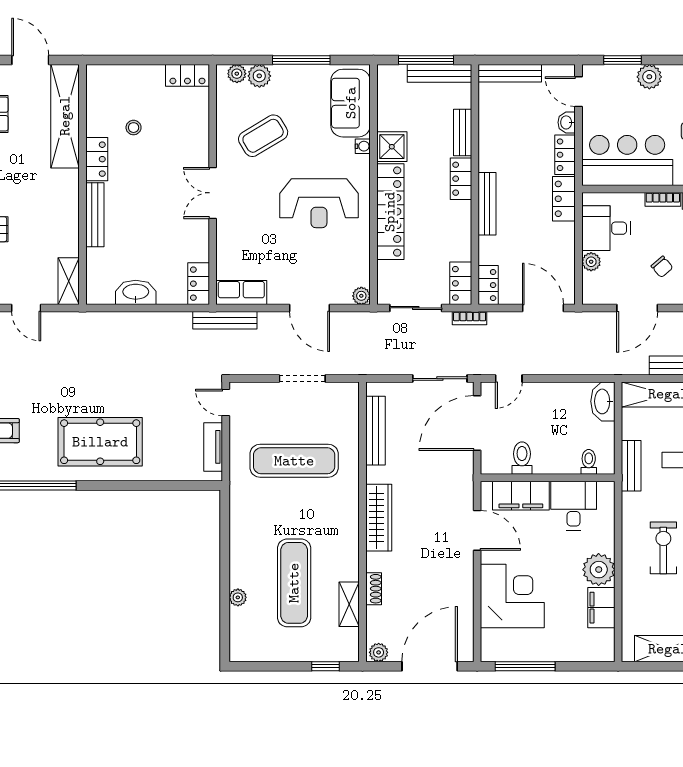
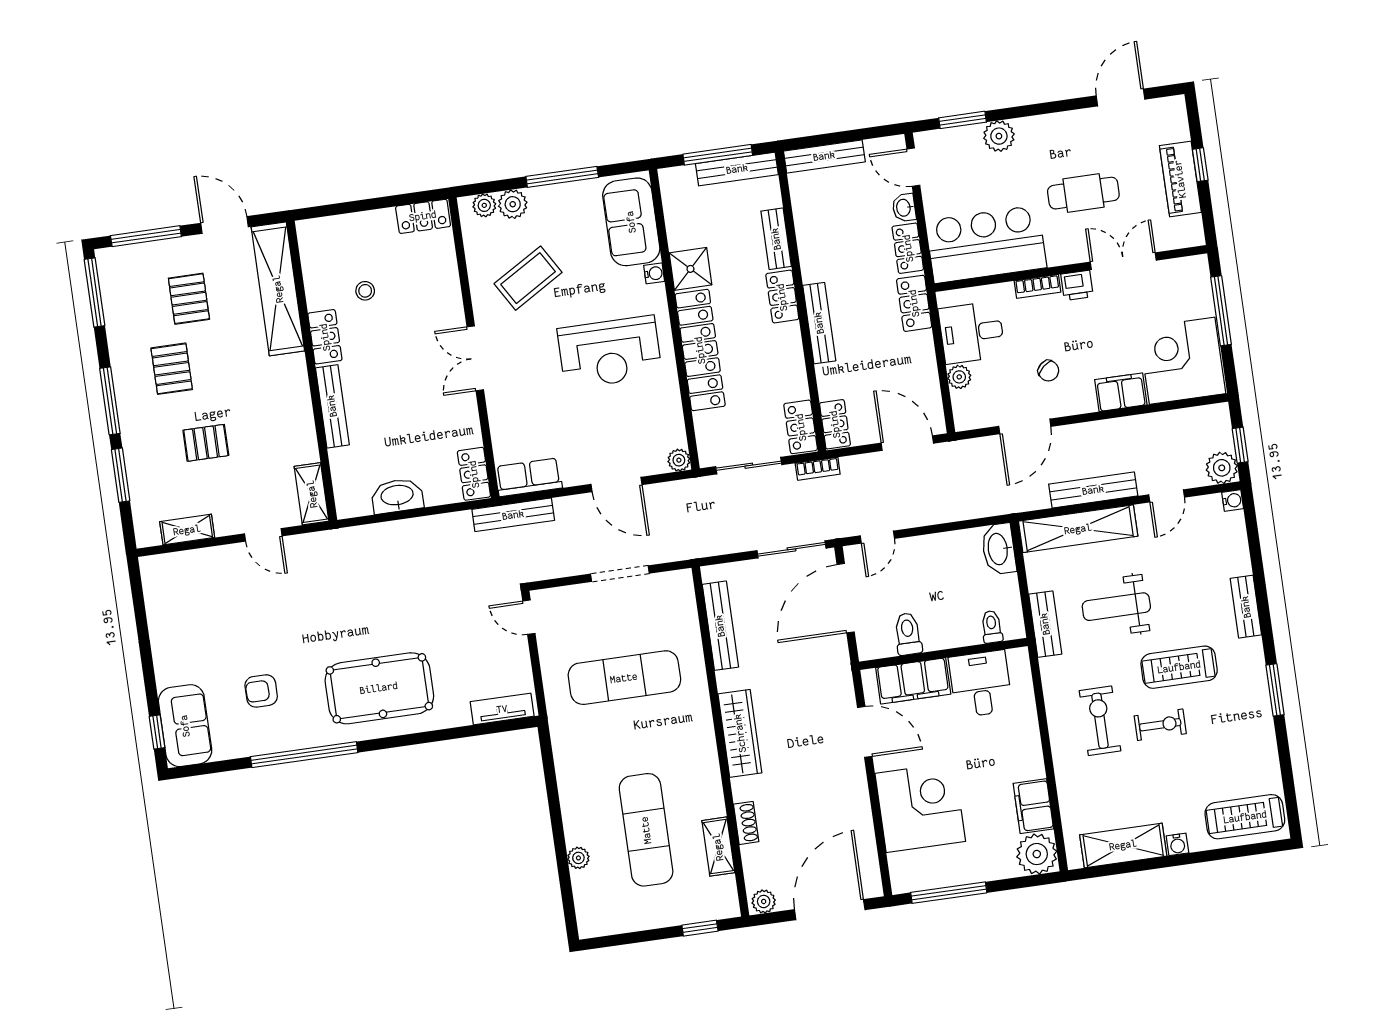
tv unit: (213, 447) -> (502, 709), moved, turned 90
plant: (599, 570) -> (1037, 854), moved

